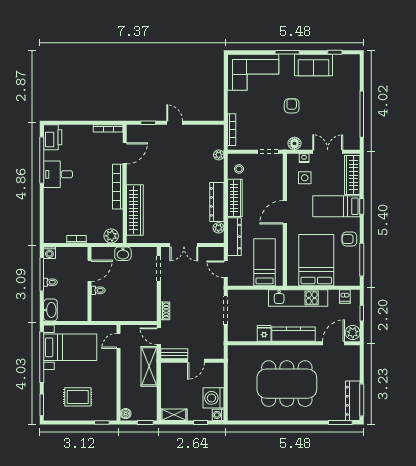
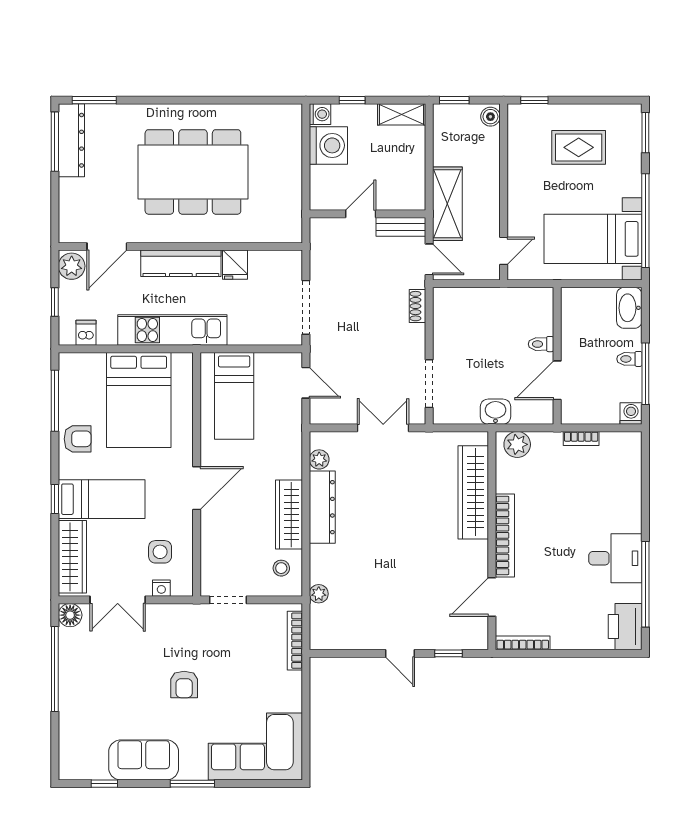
floor lamp: (294, 143) -> (70, 615), moved
dresser: (234, 237) -> (290, 443), removed

